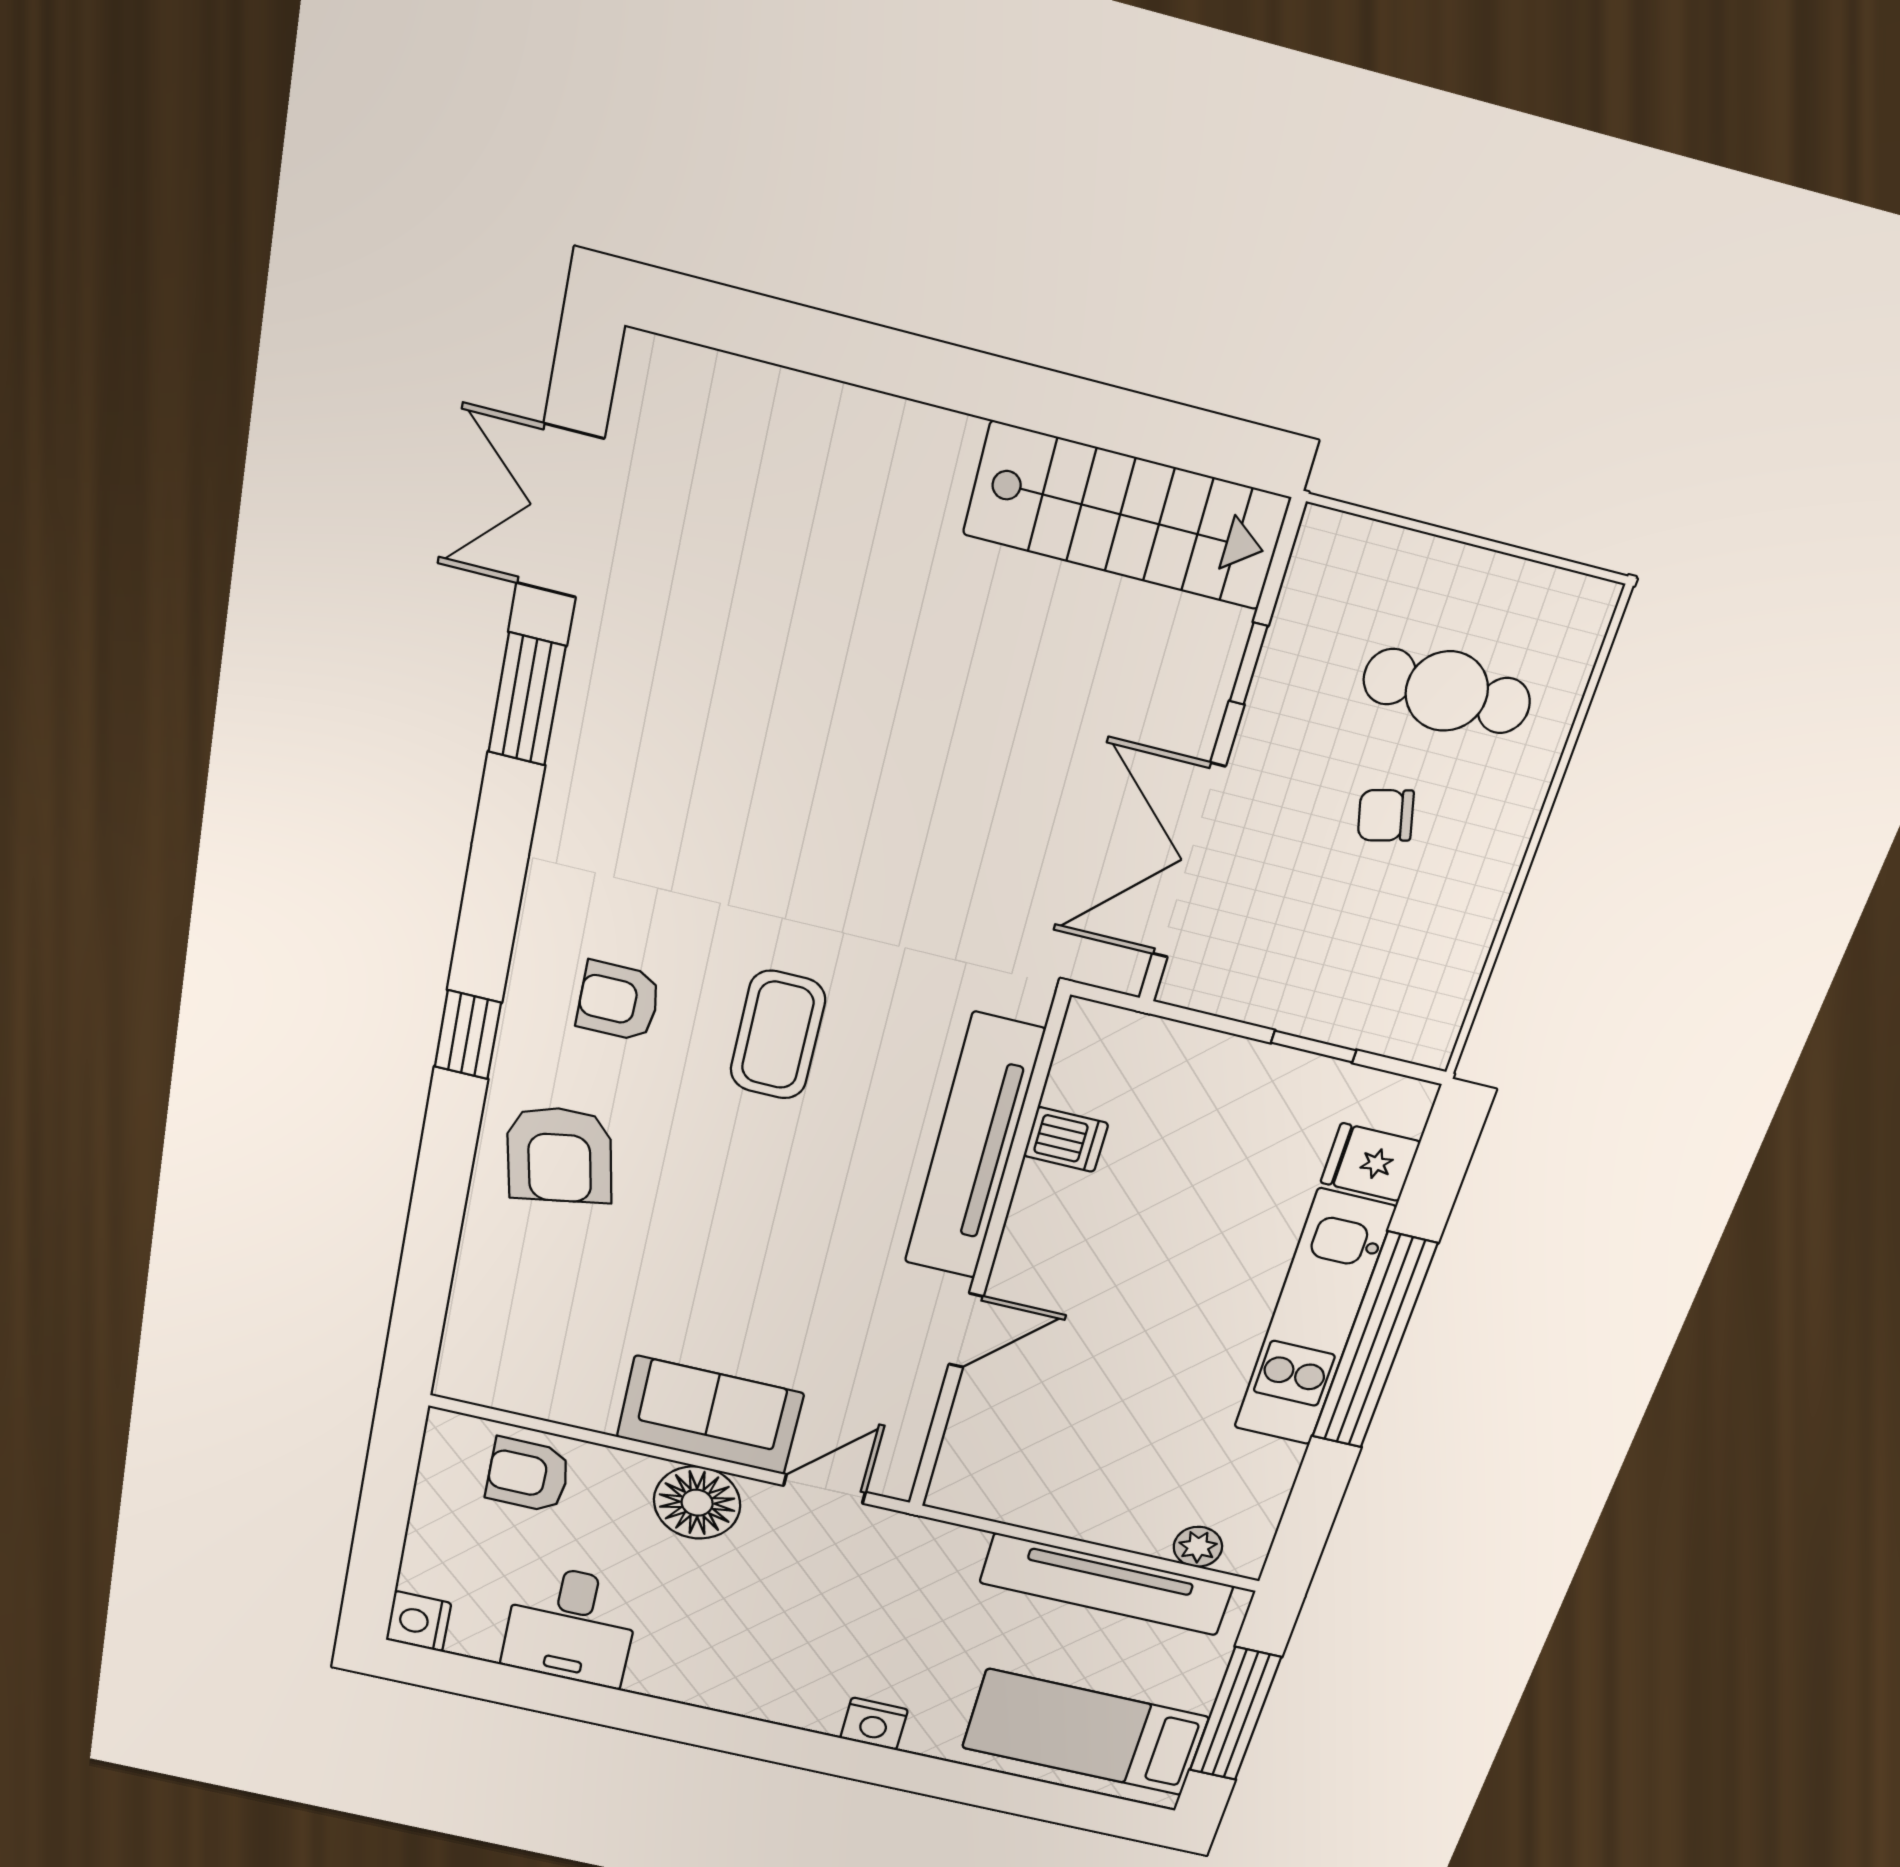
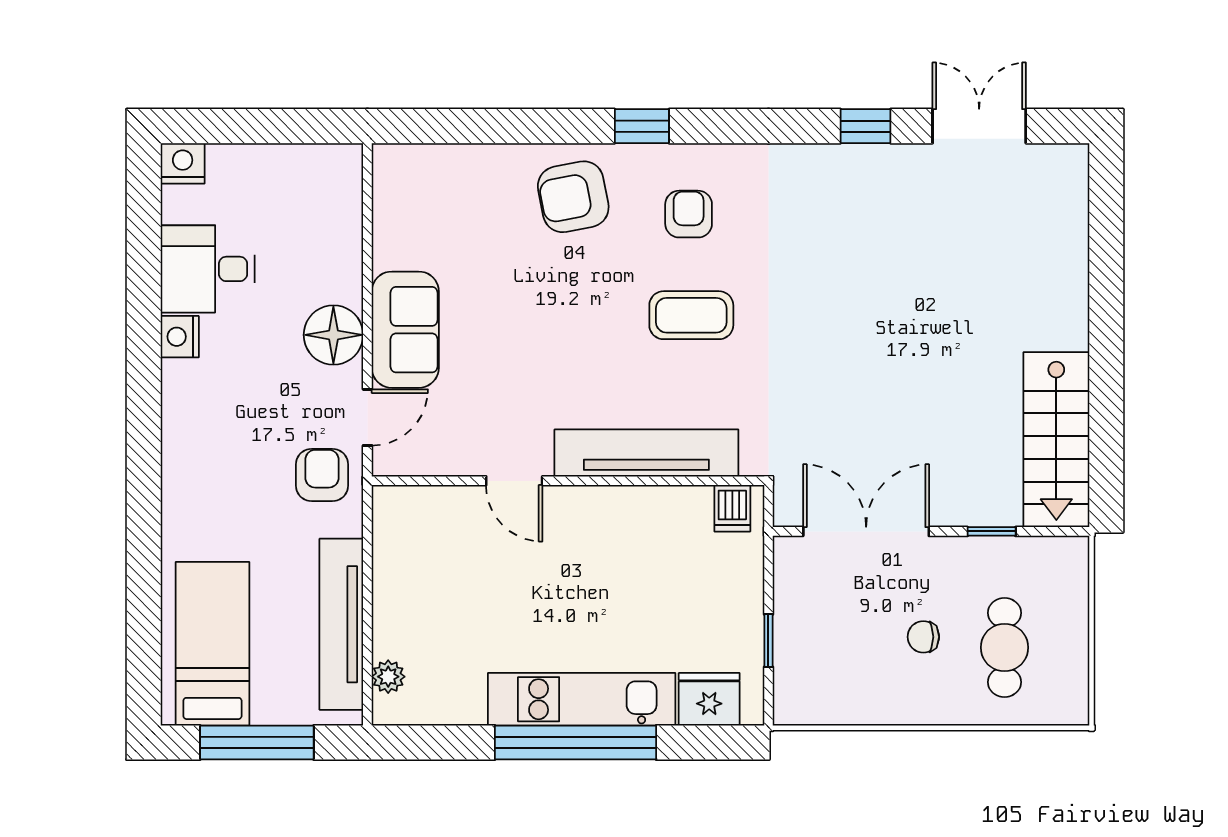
window: (527, 699) -> (866, 126), width x0.67
chair: (1386, 815) -> (923, 637), turned -76
dishwasher: (1066, 1140) -> (732, 508), moved
fridge: (1370, 1162) -> (709, 699), width x1.38
armchair: (528, 1475) -> (322, 475), moved
door: (825, 1489) -> (367, 417), hinge flipped
nightstand: (874, 1724) -> (180, 337), moved

